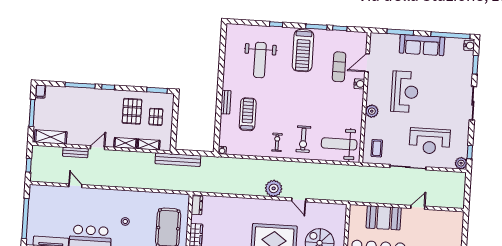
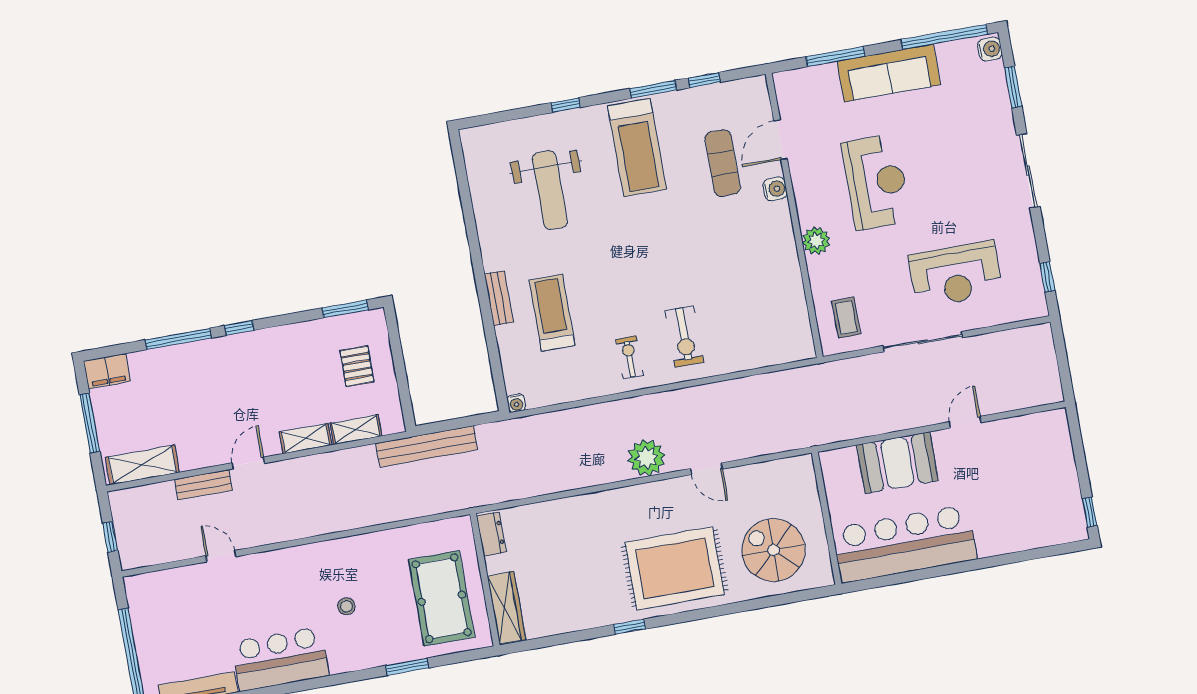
filing cabinet: (40, 92) -> (107, 371), width x2.00
pallet: (132, 111) -> (303, 367), removed
weight bench: (339, 144) -> (763, 328), removed
plant: (461, 163) -> (1034, 305), removed

